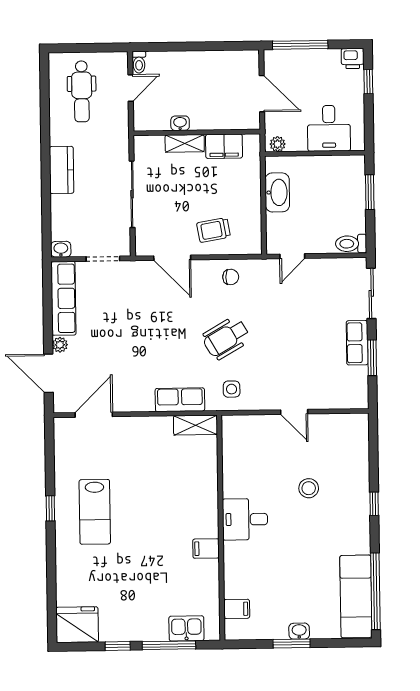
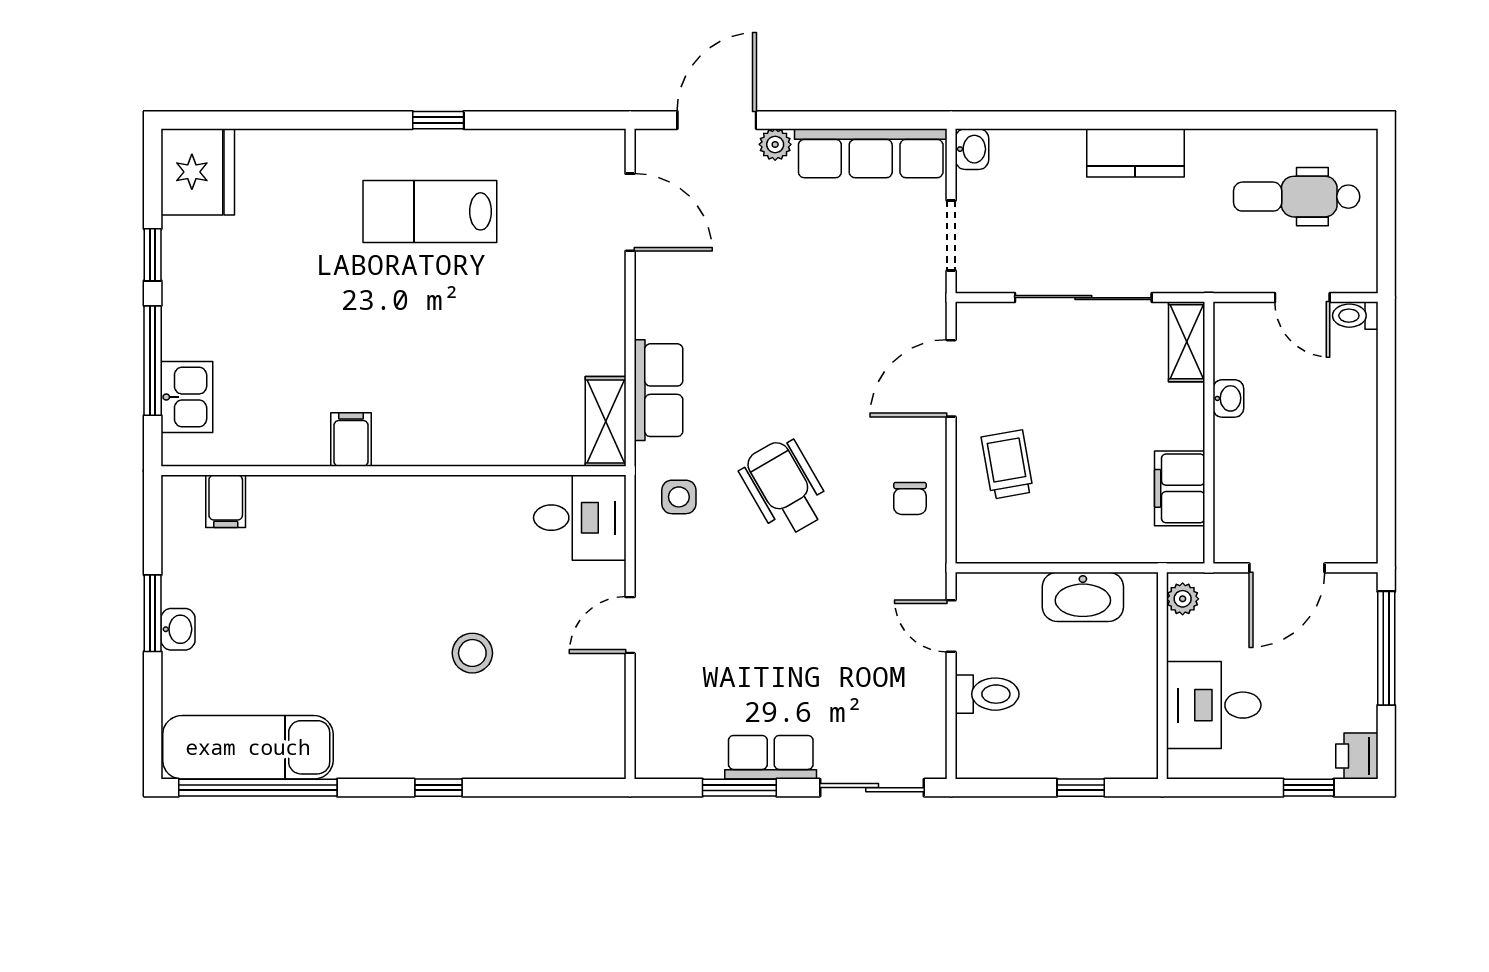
shelving: (185, 143) -> (1187, 342), moved
window: (370, 192) -> (1081, 788), width x0.67
toilet: (351, 244) -> (987, 694), moved, turned 90
desk: (245, 519) -> (580, 518), moved, turned 90

